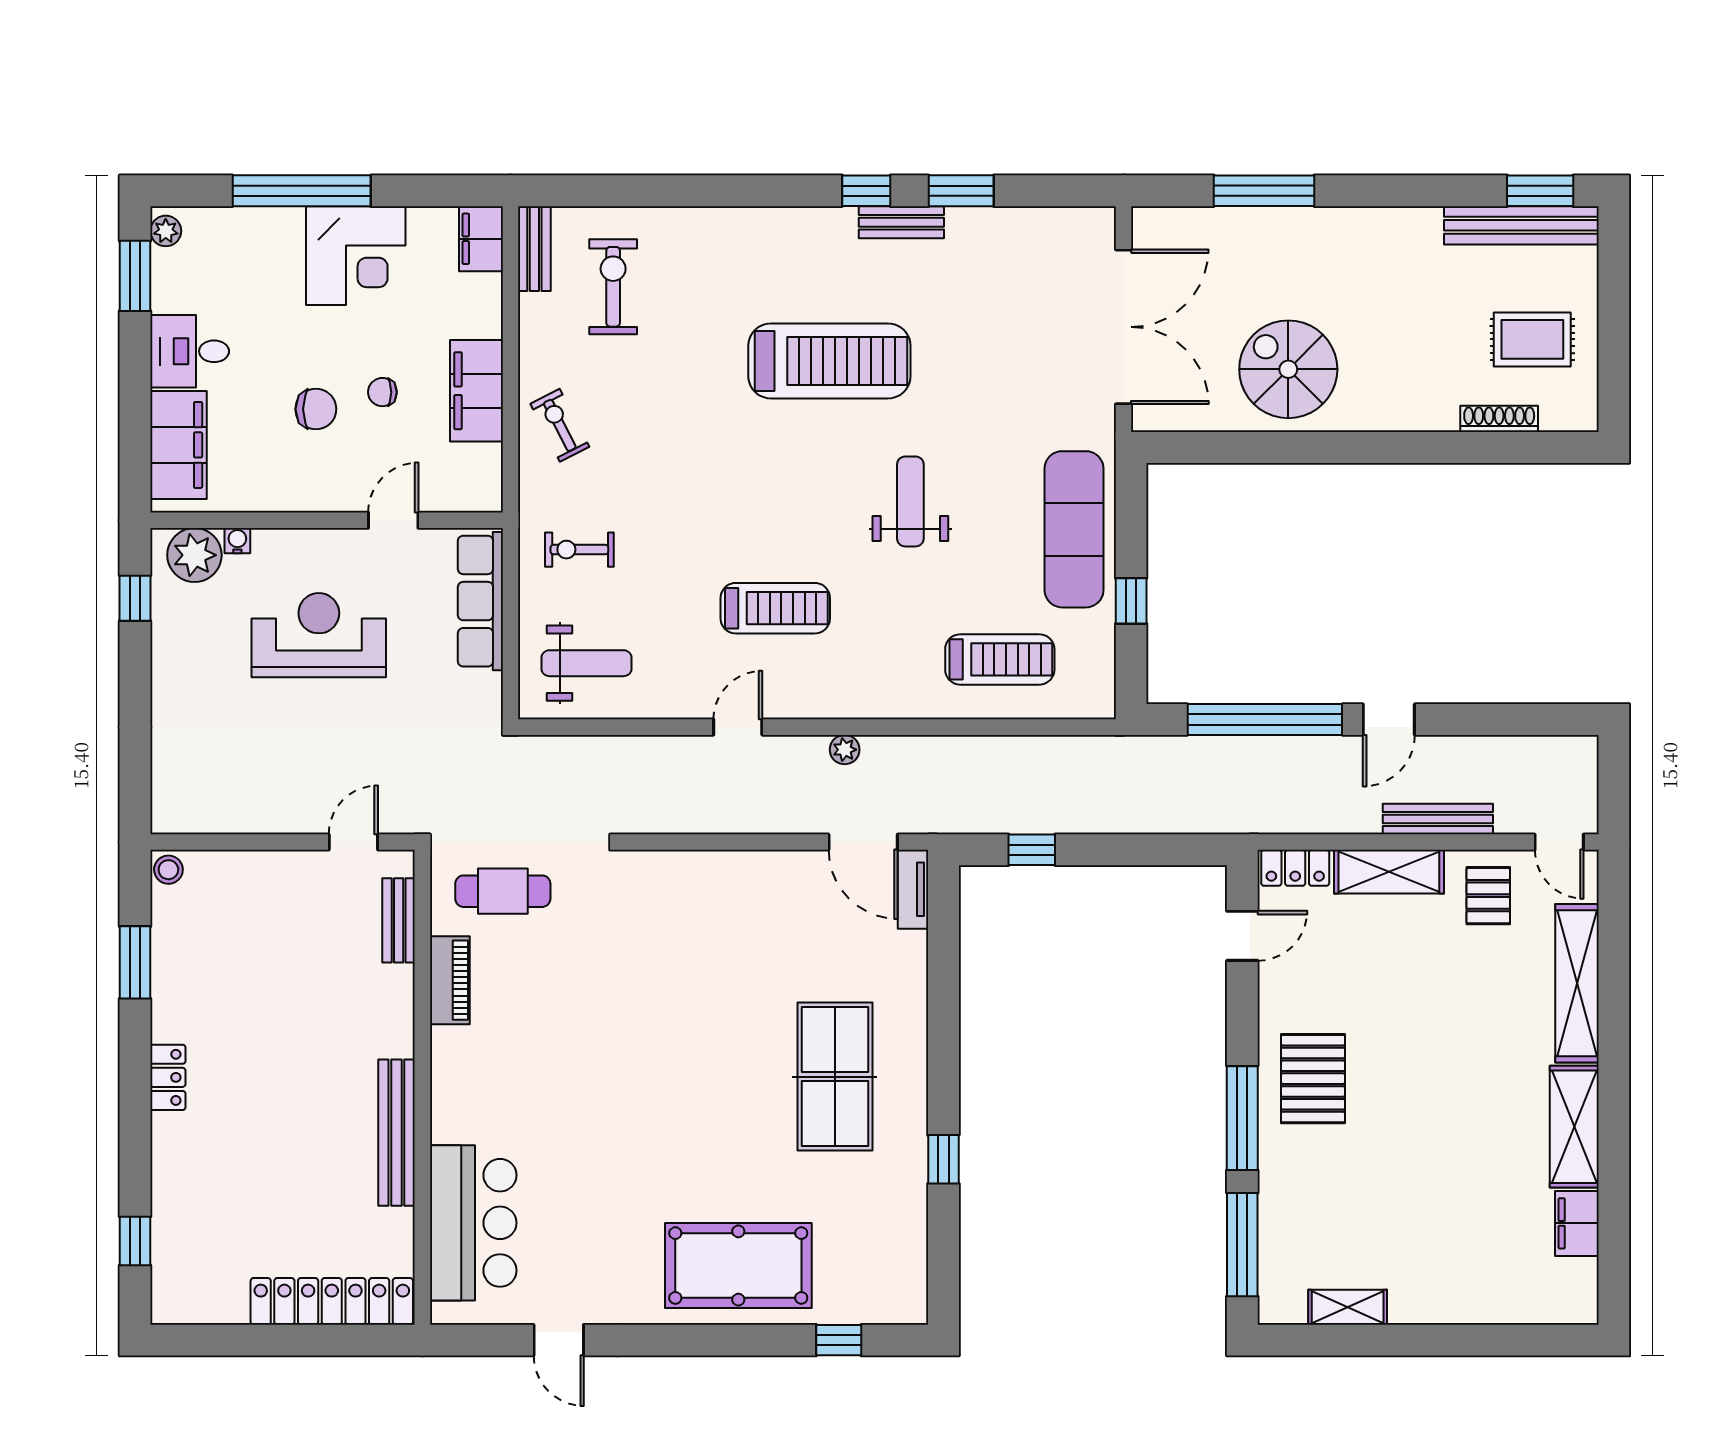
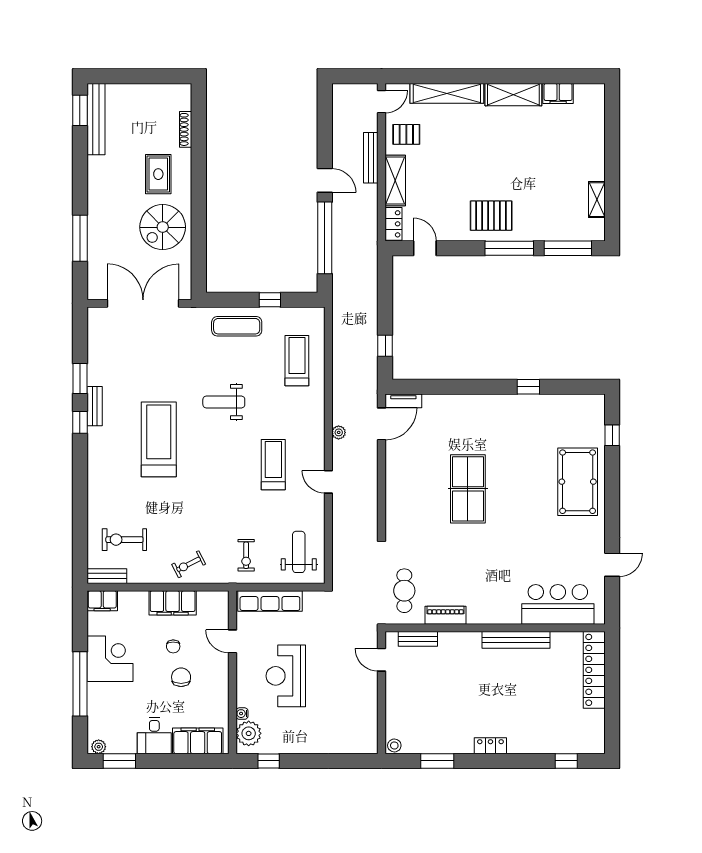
rug: (1532, 339) -> (158, 174), moved
exercise mat: (1074, 529) -> (237, 326), width x0.73, depth x0.69
table tennis table: (835, 1077) -> (468, 489), moved, turned 90

